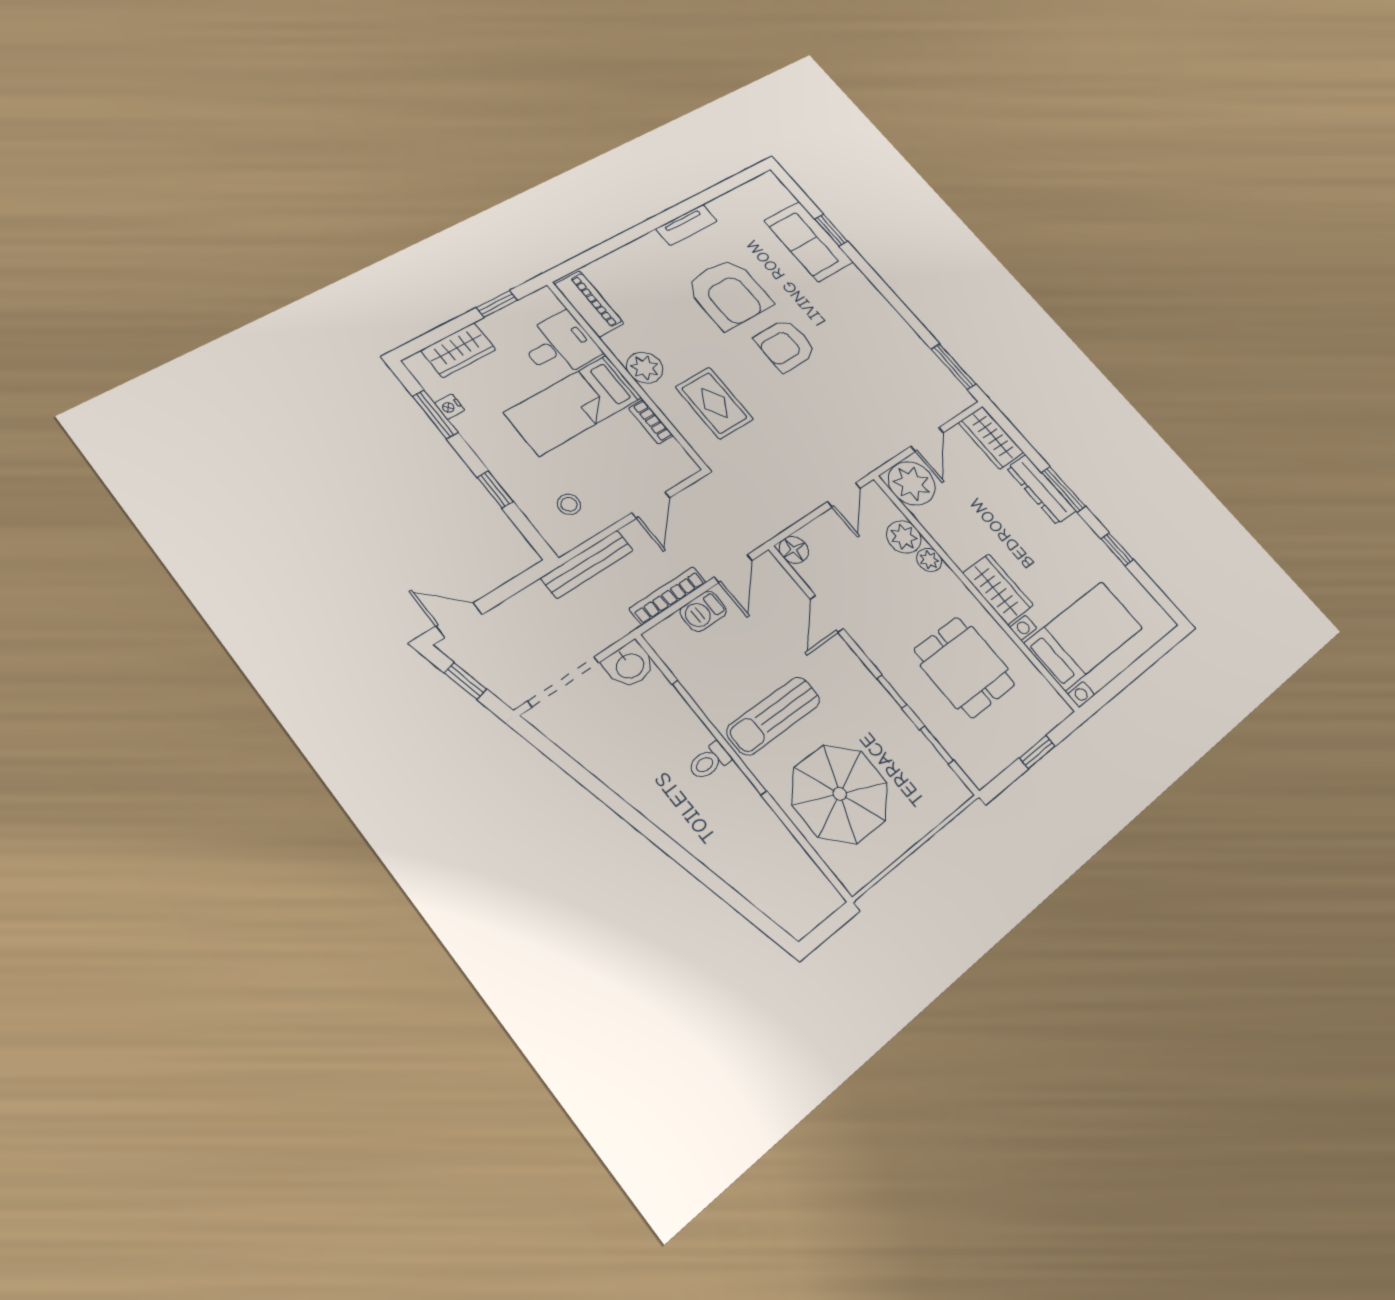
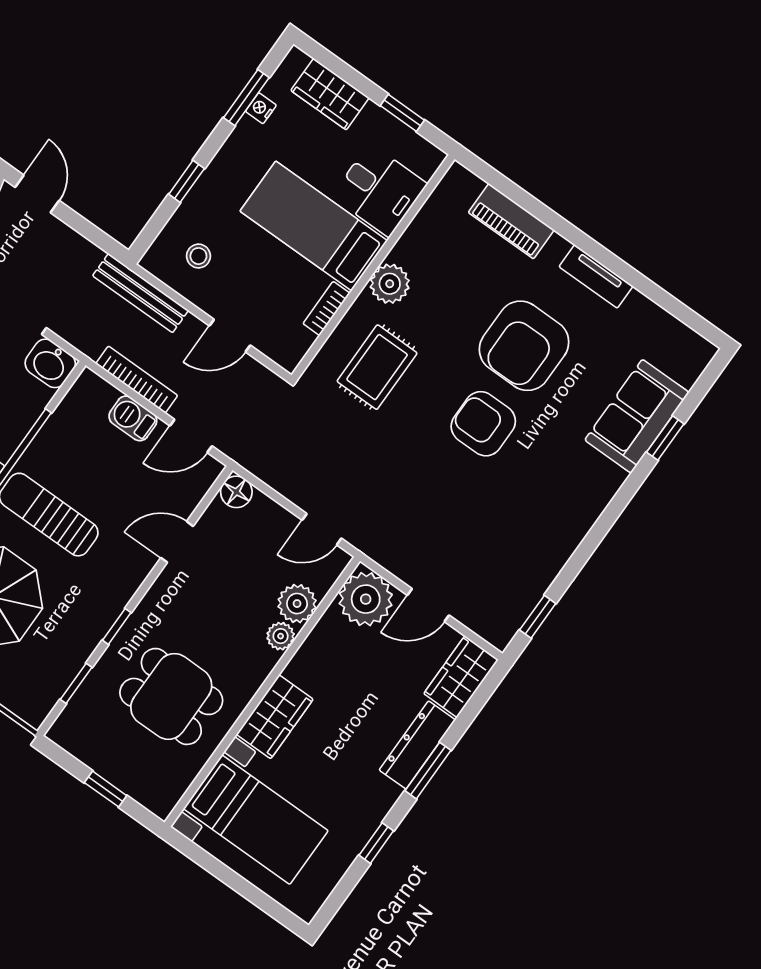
piano: (589, 304) -> (511, 221), moved, turned 90
window: (953, 367) -> (538, 617), width x0.67
dining table: (964, 667) -> (171, 696), turned 90

